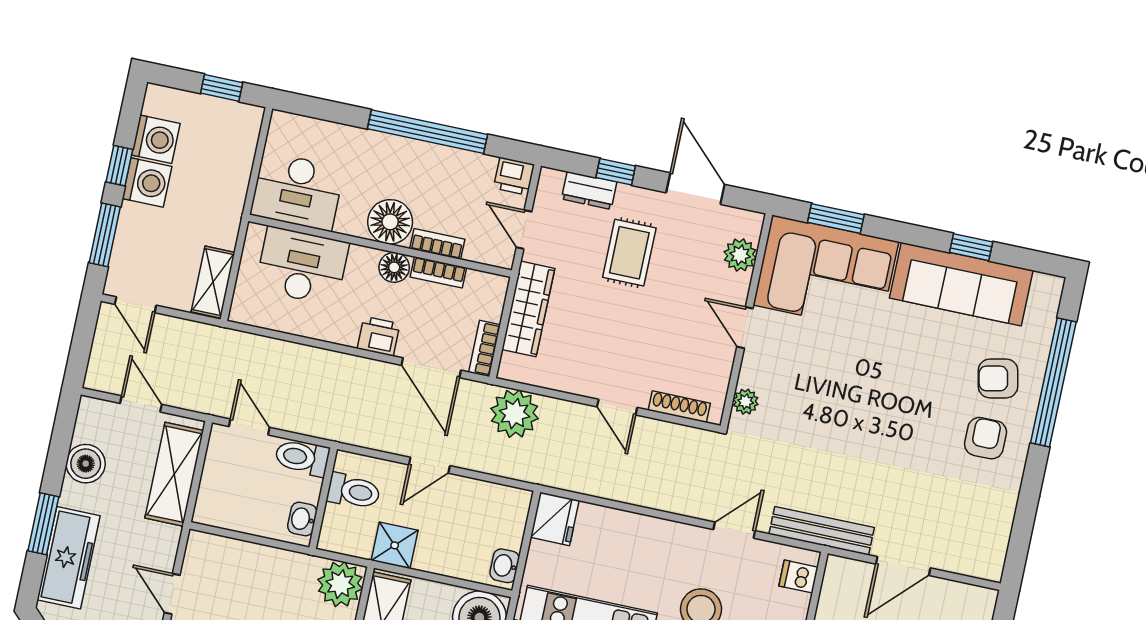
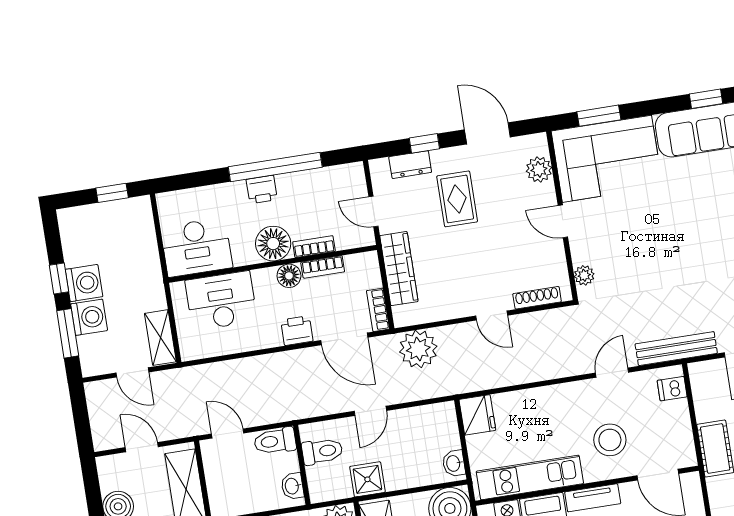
washing machine: (156, 139) -> (89, 317), moved
printer: (514, 176) -> (262, 189), moved
door: (135, 305) -> (132, 372), moved

